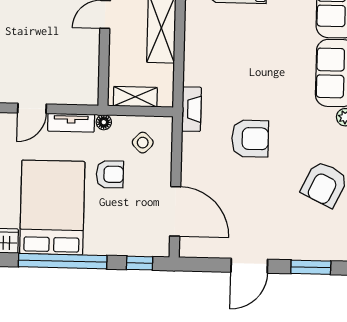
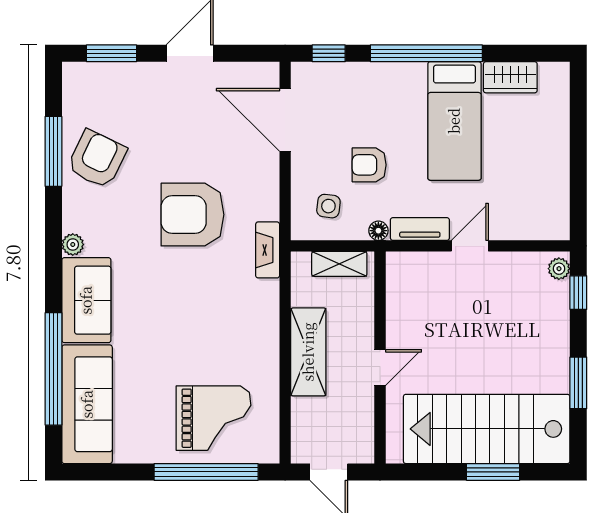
armchair: (250, 139) -> (192, 215), width x1.36, depth x1.36
side table: (143, 143) -> (328, 206), turned -38
bed: (52, 208) -> (454, 121), width x0.67

